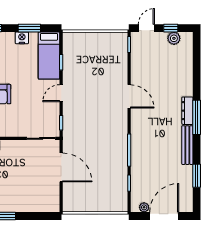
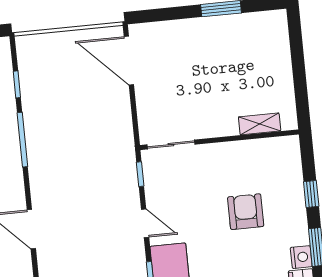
door: (61, 93) -> (145, 223), hinge flipped
door: (61, 167) -> (129, 61), moved

